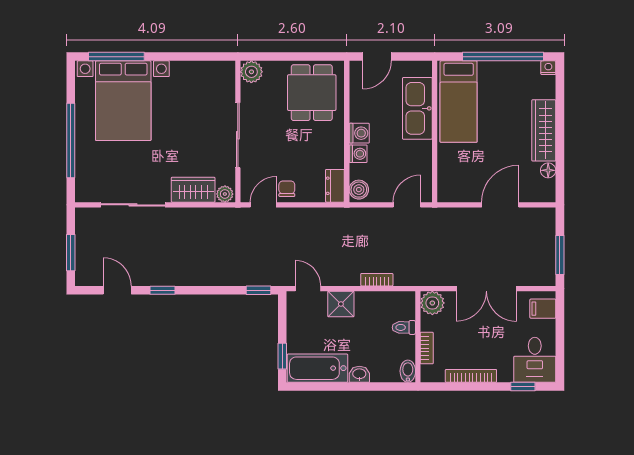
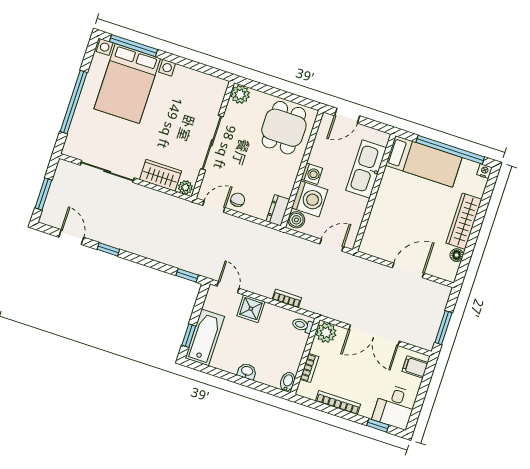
bed: (459, 102) -> (424, 161), moved, turned -90
washing machine: (358, 154) -> (310, 199), width x1.89, depth x1.89
toilet: (404, 327) -> (303, 325), moved
bathtub: (317, 368) -> (205, 337), moved, turned 90

